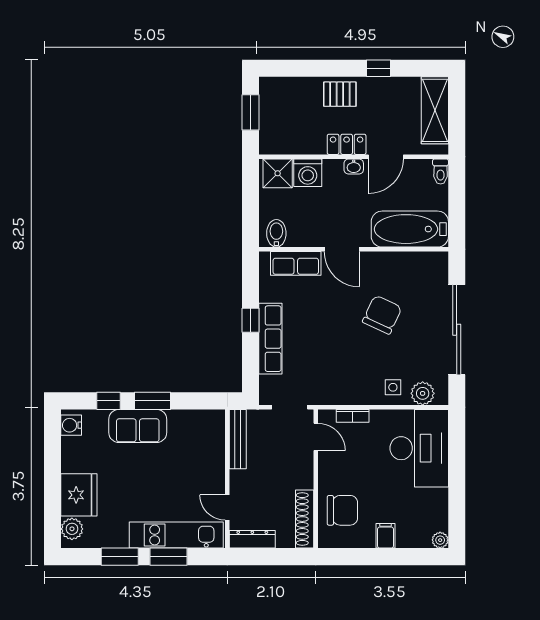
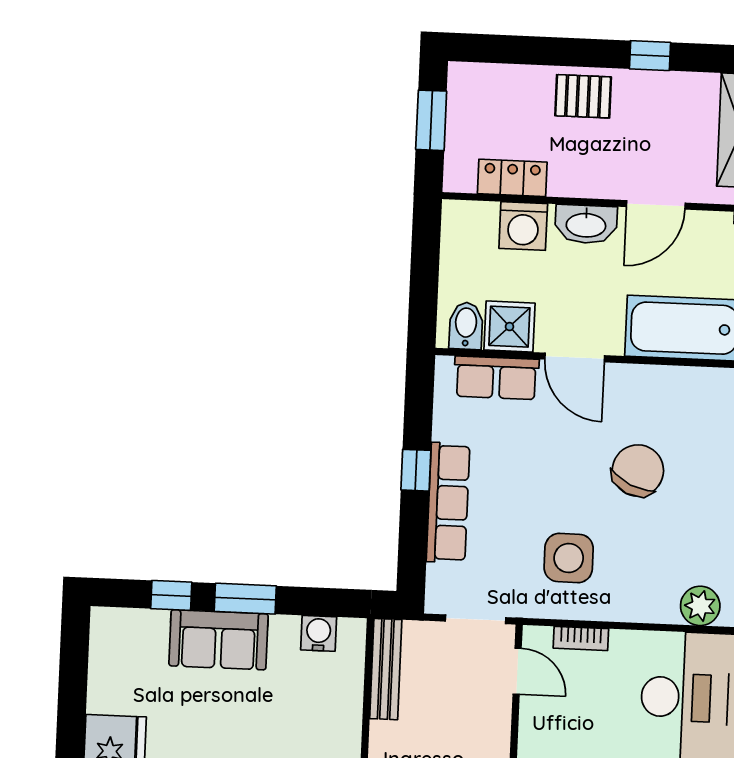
locker: (347, 144) -> (512, 178), moved
washbasin: (354, 166) -> (586, 224), width x1.91, depth x1.45
shower: (278, 173) -> (509, 327), moved
side table: (393, 387) -> (569, 558), moved, width x1.87, depth x1.87
water cooler: (71, 425) -> (319, 633), moved, turned 90

